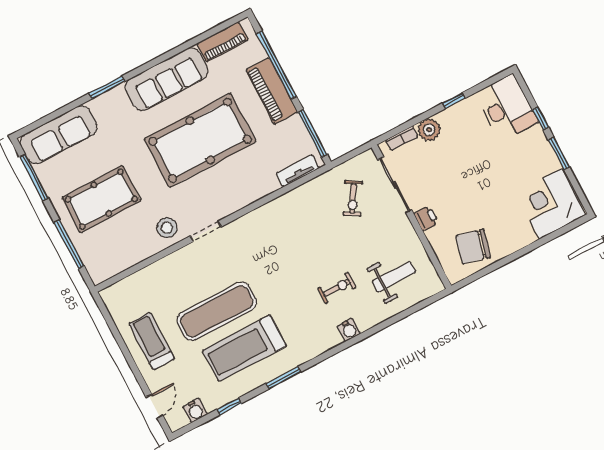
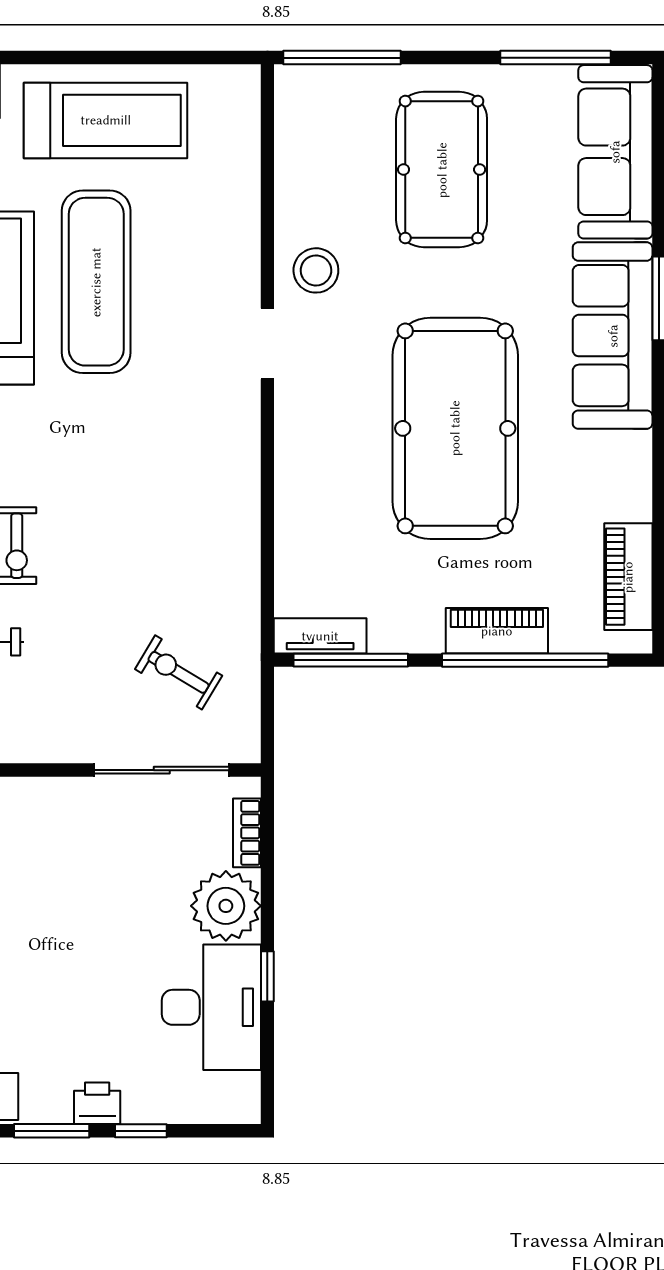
sofa: (167, 79) -> (613, 336), moved
piano: (272, 91) -> (497, 631), width x0.73, depth x0.75
desk: (507, 108) -> (211, 1007), moved, turned -90
plant: (429, 130) -> (226, 906), width x1.36, depth x1.36
tv unit: (298, 171) -> (320, 636), moved, turned -90
printer: (426, 218) -> (97, 1103), moved, turned 180
window: (69, 244) -> (342, 58), moved
treadmill: (152, 341) -> (106, 120), width x1.37, depth x1.37

